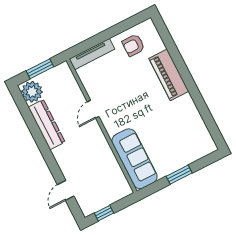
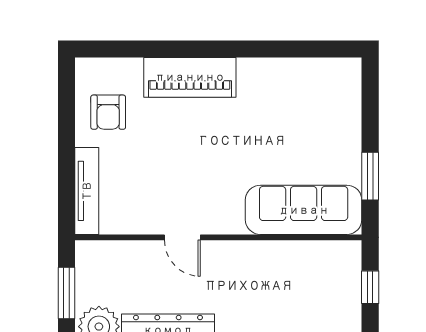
window: (179, 175) -> (370, 176), moved
window: (104, 213) -> (370, 287), moved

